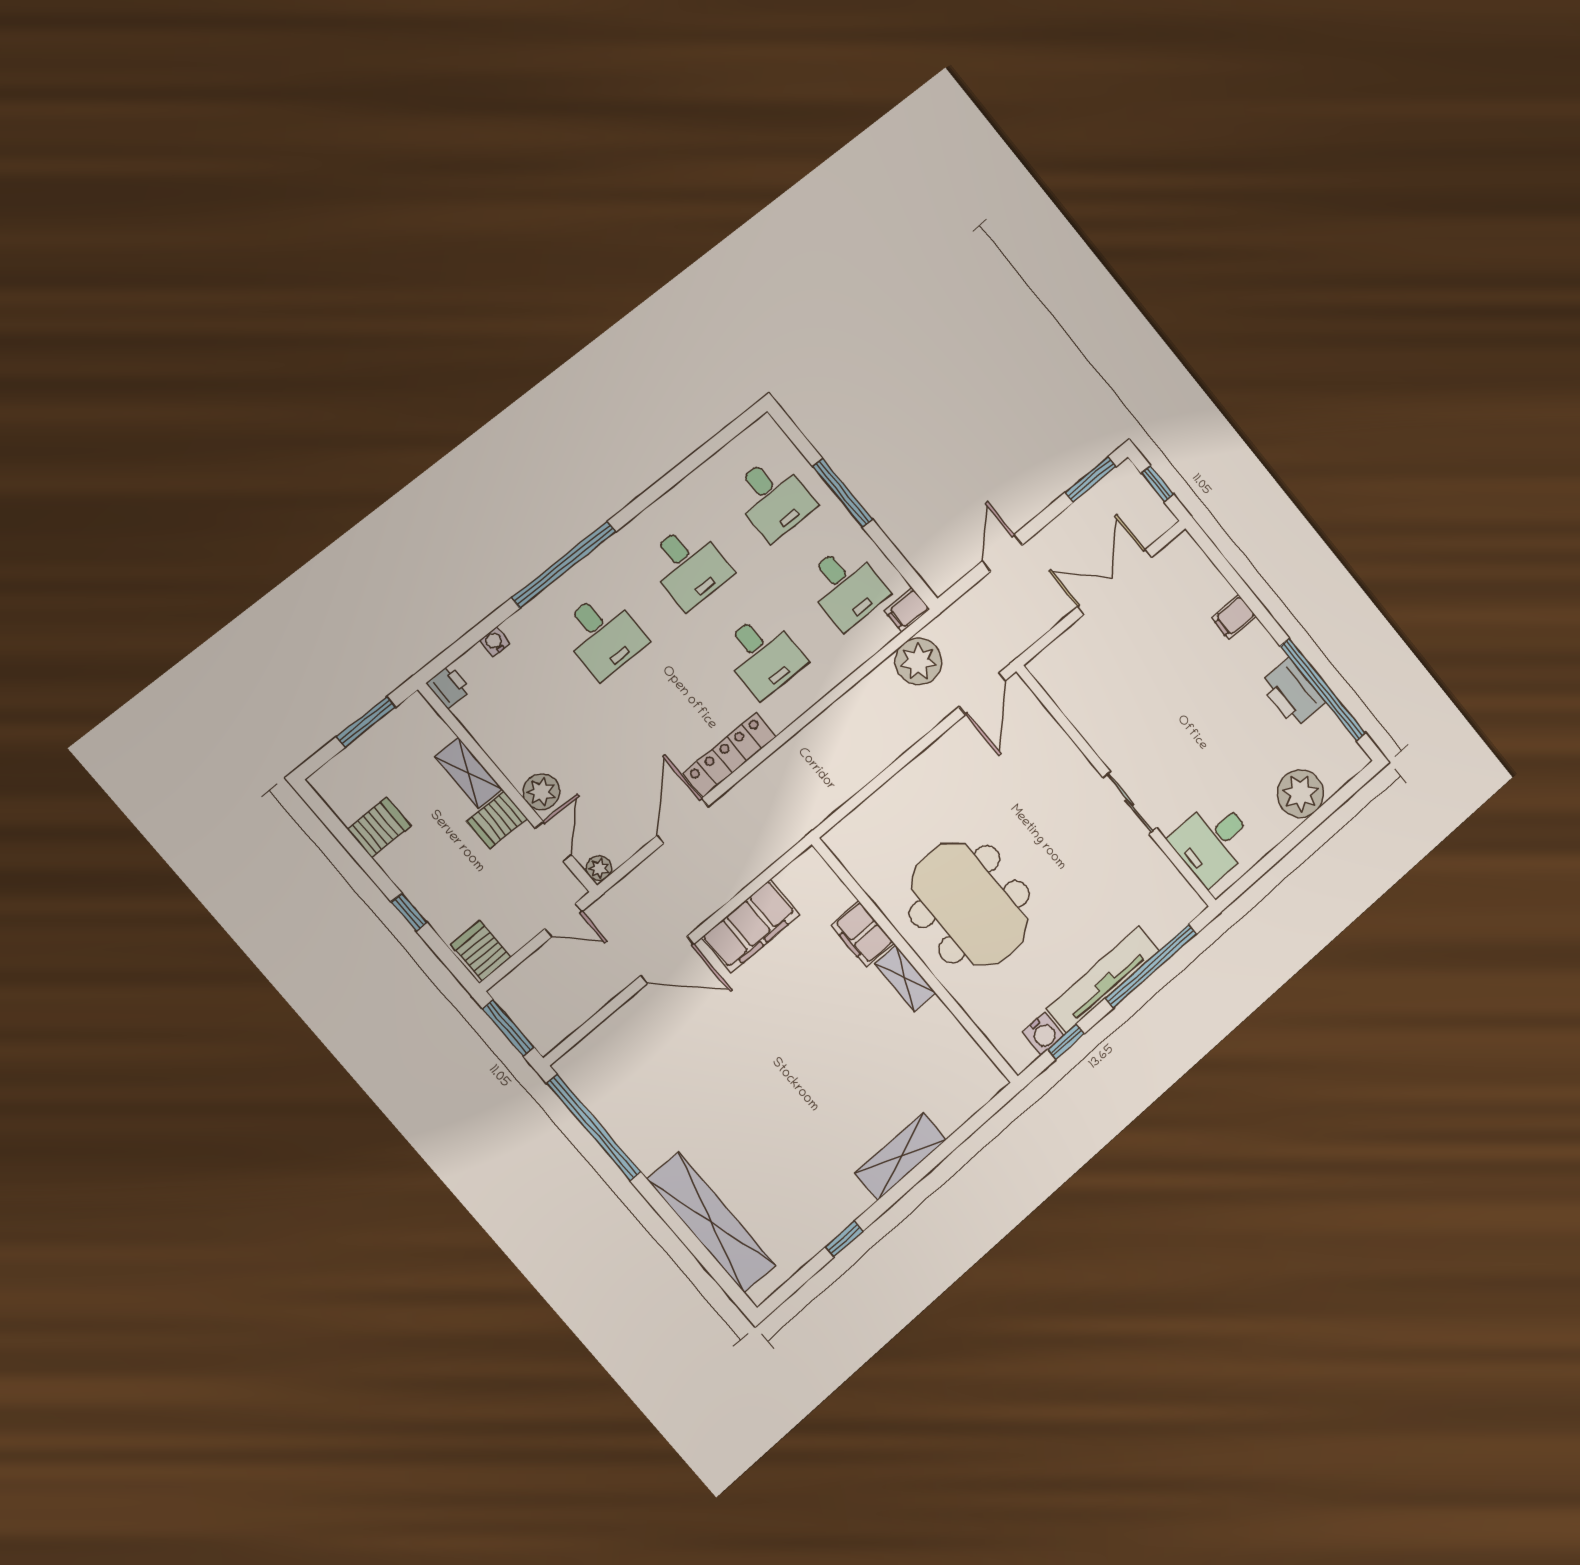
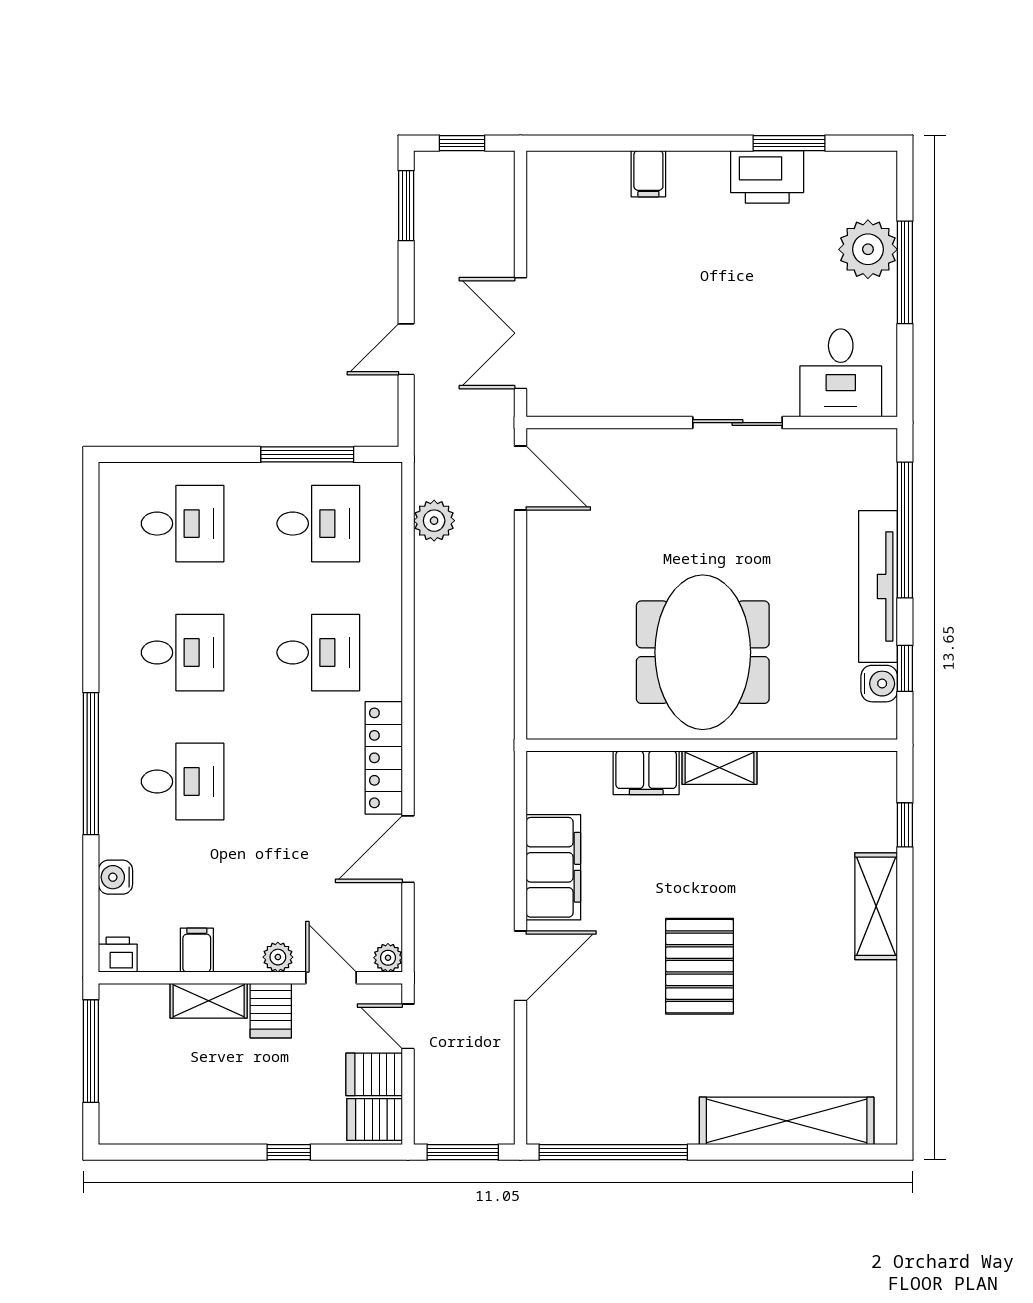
window: (842, 493) -> (307, 454), moved
door: (1002, 553) -> (406, 349), hinge flipped
double door: (1115, 582) -> (520, 333), moved
filing cabinet: (907, 610) -> (197, 950), moved, turned 180
water cooler: (495, 642) -> (116, 877), width x1.38, depth x1.38
plant: (918, 661) -> (434, 521), width x0.73, depth x0.73
window: (1323, 690) -> (789, 143), width x0.47
window: (366, 722) -> (91, 1051), width x1.44
plant: (541, 792) -> (278, 957), width x0.73, depth x0.73
door: (683, 821) -> (408, 849), hinge flipped
server rack: (379, 827) -> (374, 1074), moved, turned -90
window: (1305, 829) -> (905, 272), added
meeting table: (969, 904) -> (703, 652), turned 90
door: (563, 920) -> (408, 1026), swing flipped
pallet: (766, 1077) -> (700, 966), added
window: (844, 1239) -> (905, 825), moved

